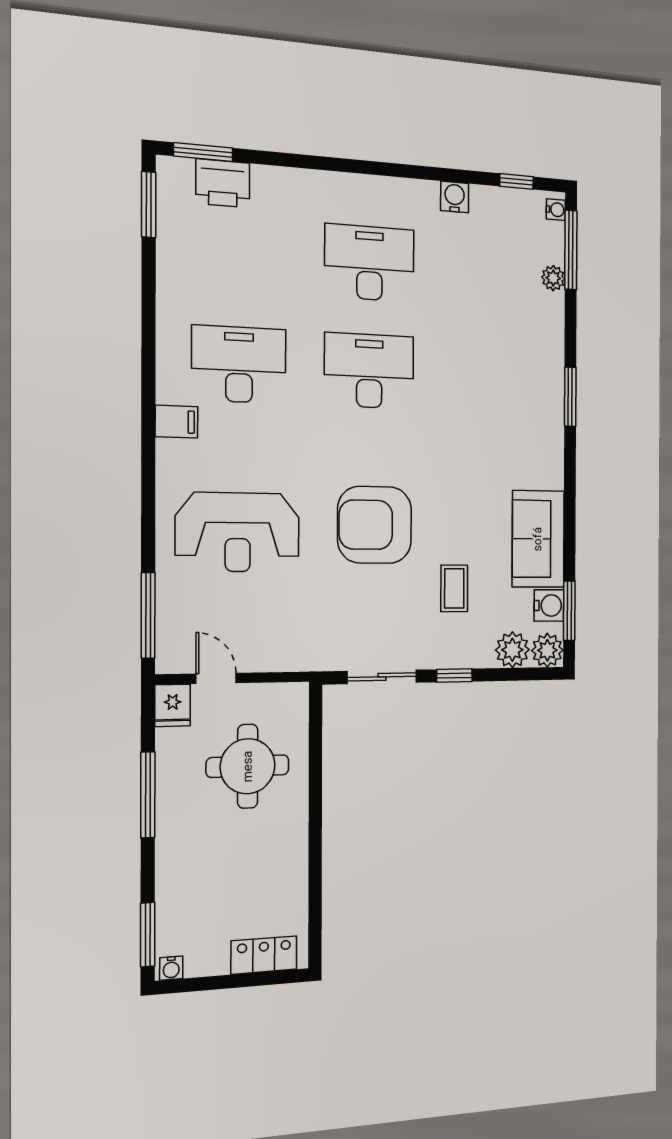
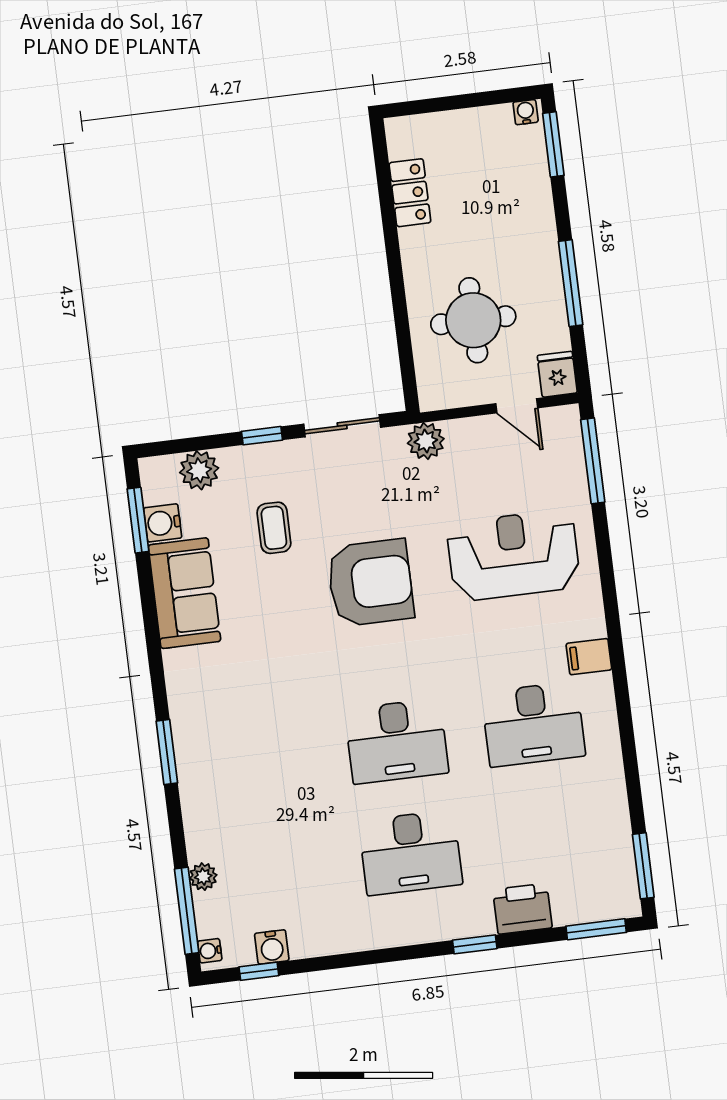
window: (321, 163) -> (475, 944), added
printer: (223, 183) -> (522, 909), moved
water cooler: (455, 197) -> (272, 947), moved
plant: (547, 650) -> (426, 441), moved
locker: (264, 955) -> (410, 193), moved, turned -90

